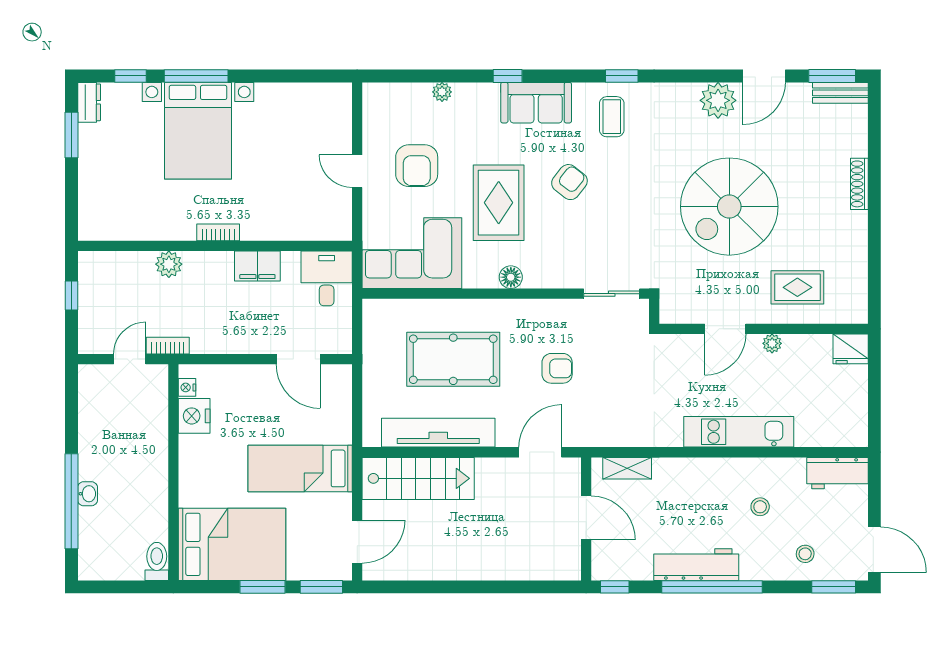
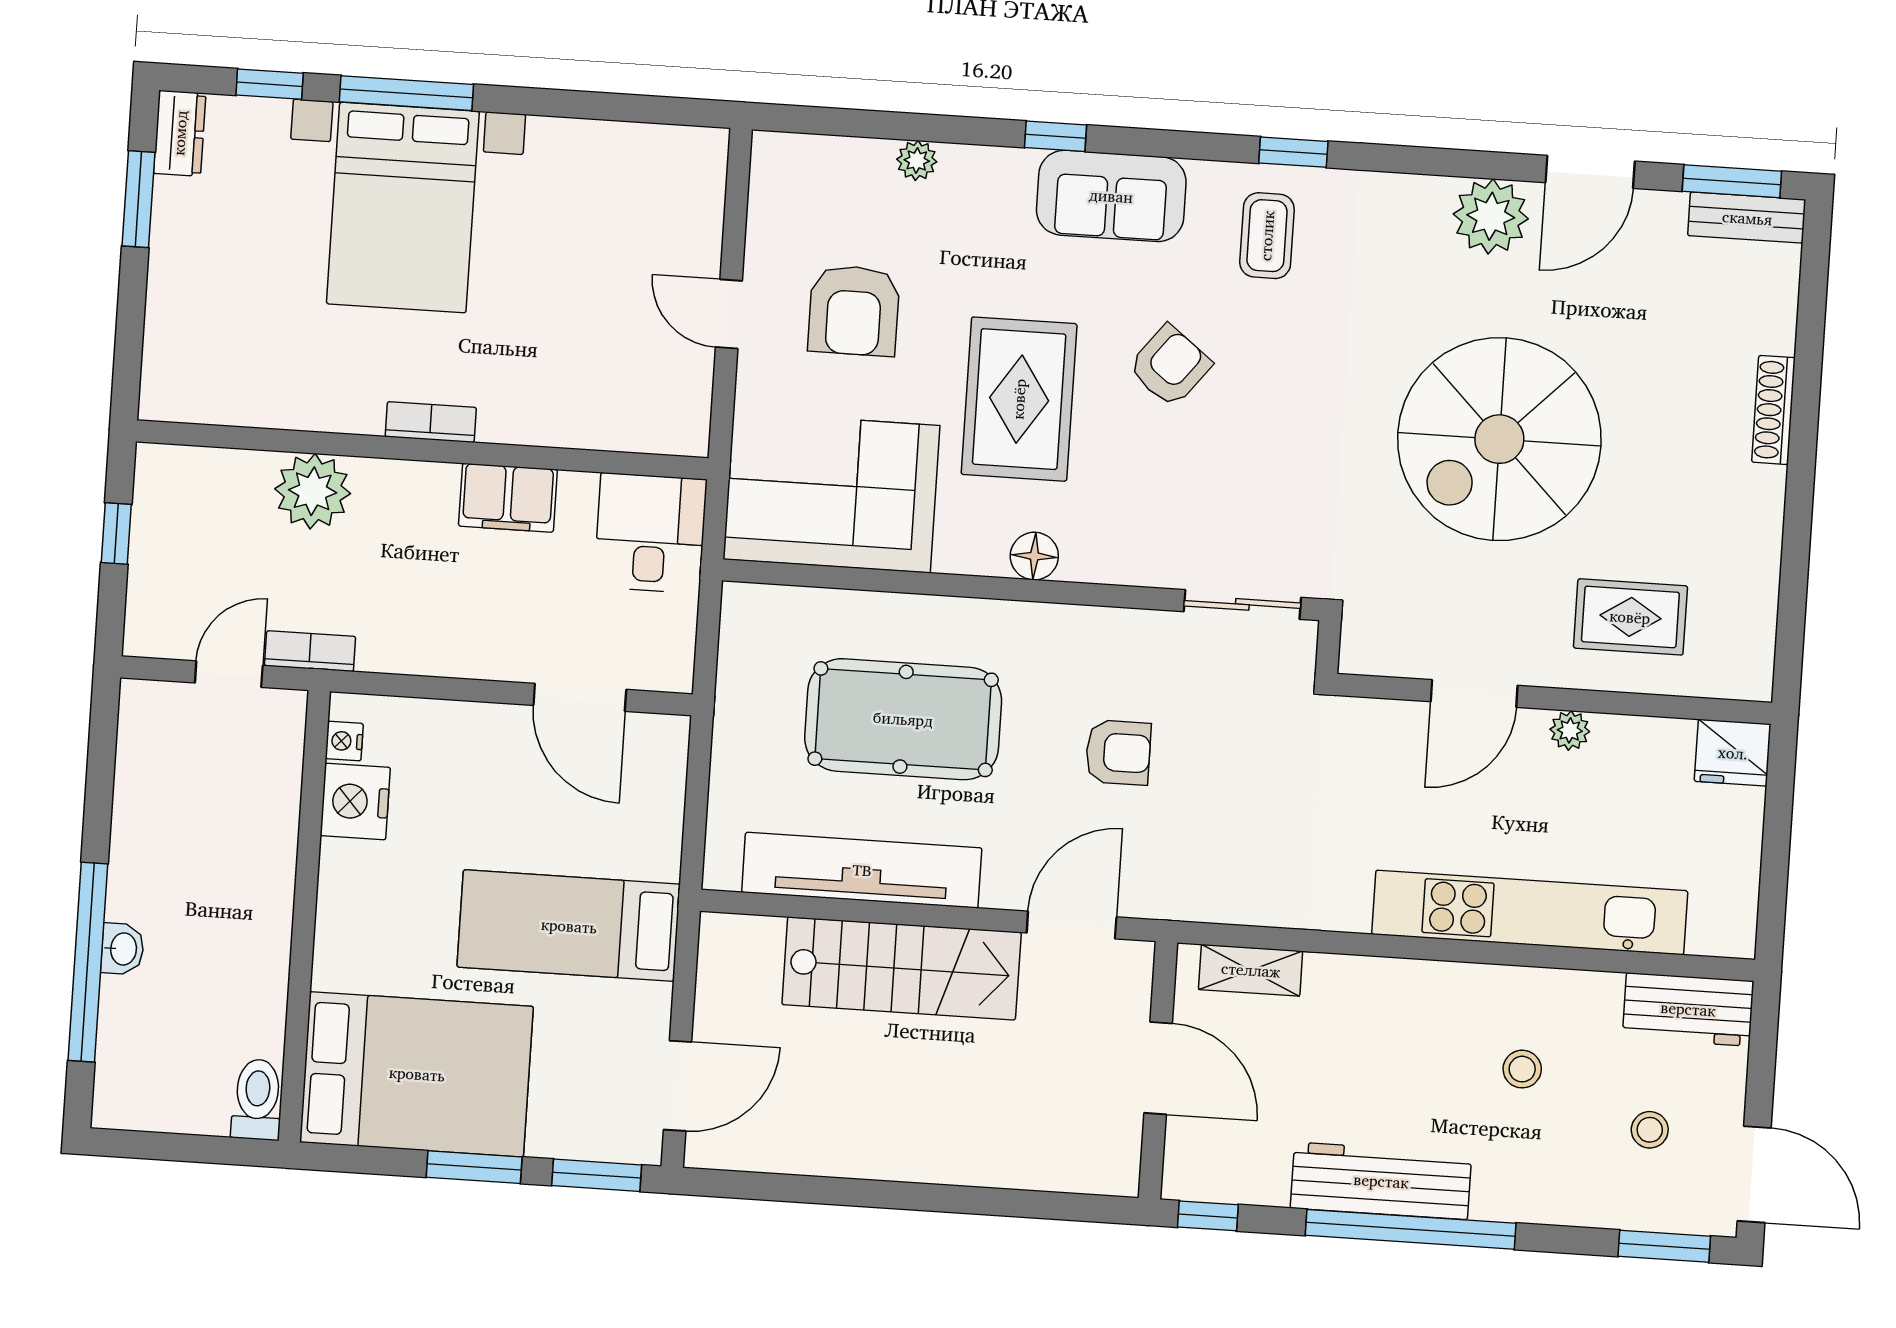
plant: (169, 264) -> (313, 491), width x1.36, depth x1.36
kitchen unit: (739, 432) -> (1530, 913), width x1.36
stairs: (418, 478) -> (902, 968), moved
stool: (805, 554) -> (1650, 1130), moved

